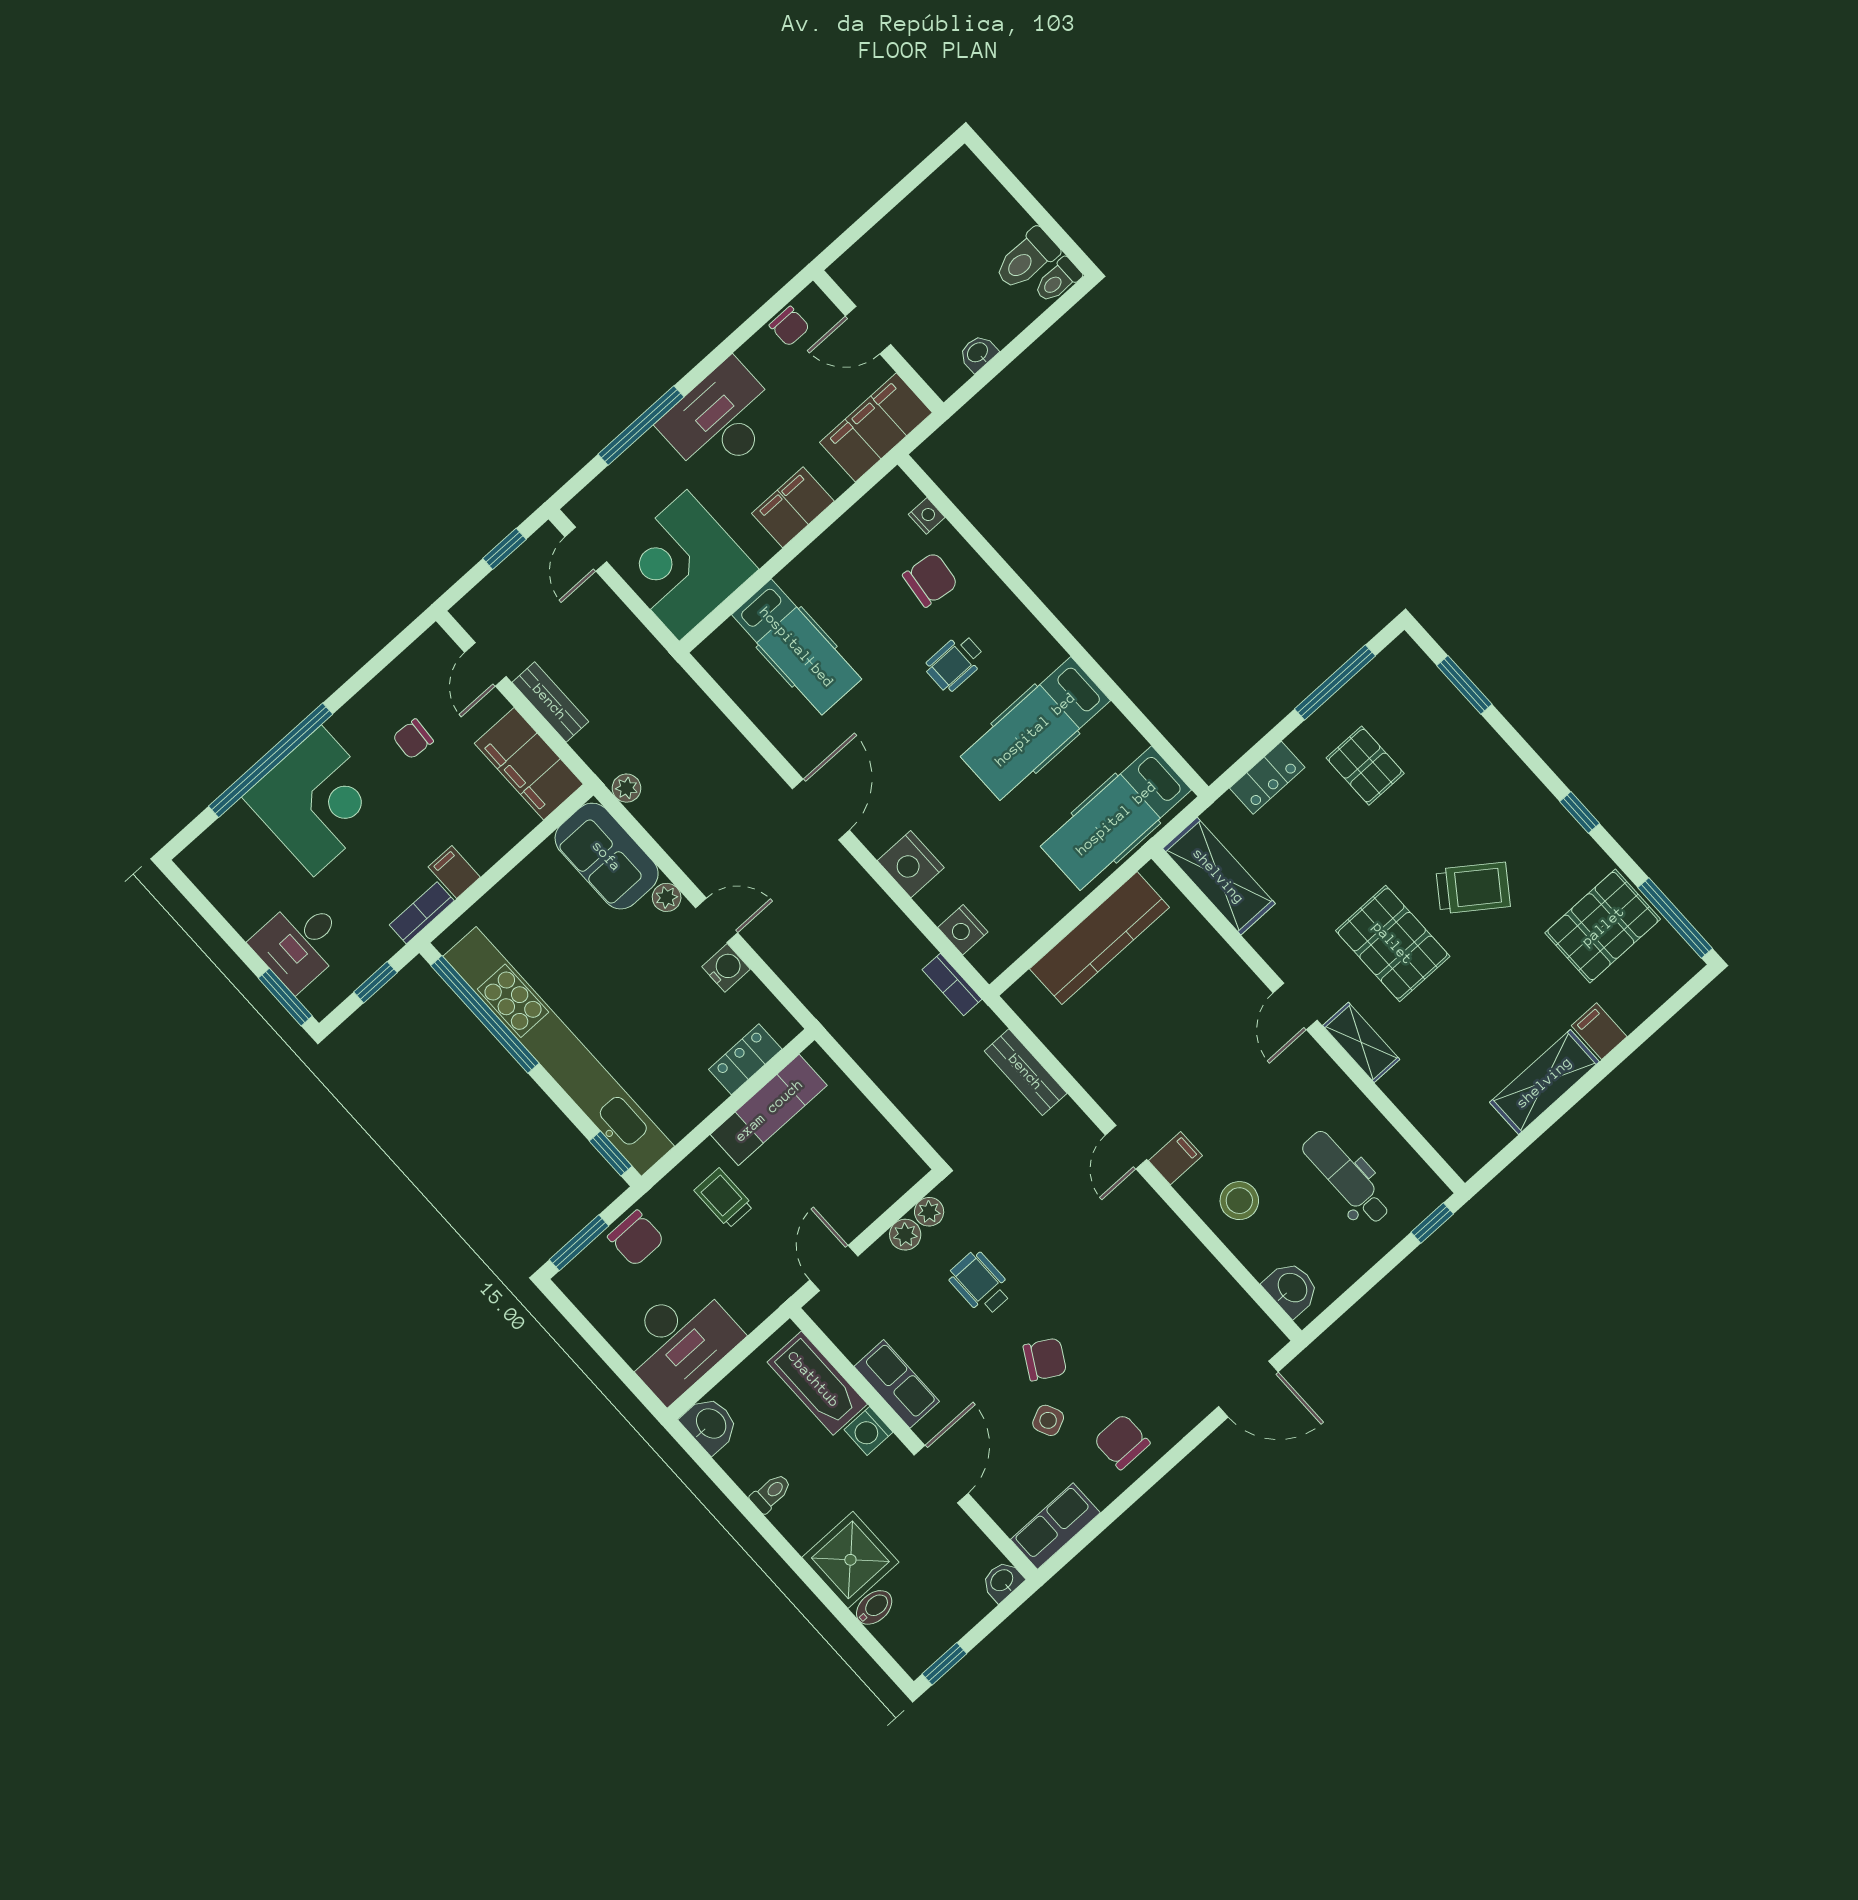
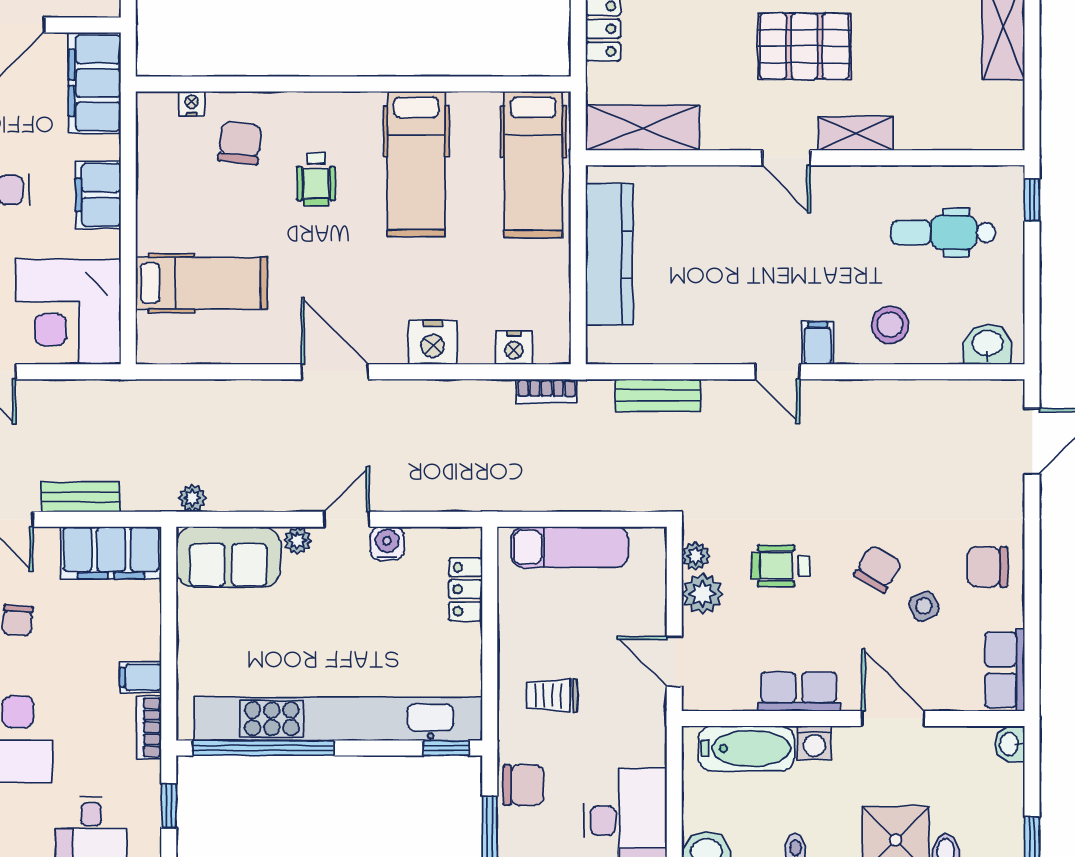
exam couch: (769, 1110) -> (570, 547), moved, turned 90
plant: (905, 1235) -> (702, 594), width x1.38, depth x1.38

